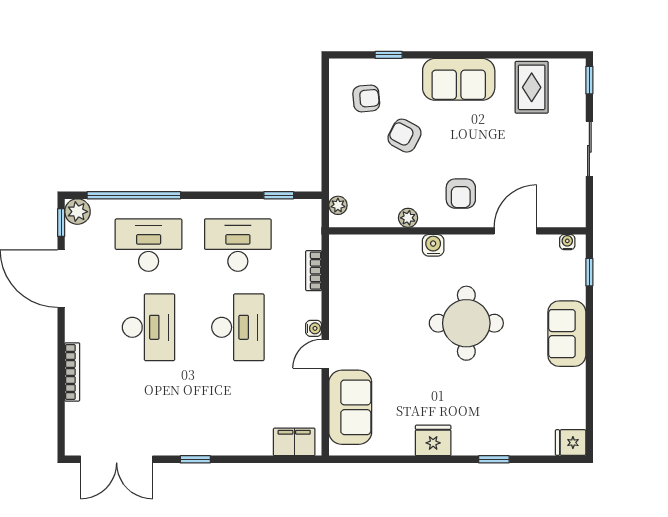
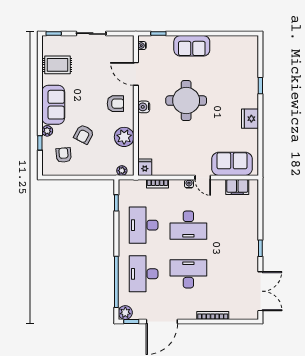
plant: (411, 68) -> (47, 131), added
plant: (408, 218) -> (124, 137), width x1.88, depth x1.88
water cooler: (433, 245) -> (144, 107), moved
desk: (238, 327) -> (188, 225), turned 180
filing cabinet: (294, 442) -> (237, 187), moved, turned -90
fridge: (571, 443) -> (145, 167), moved, turned 180

